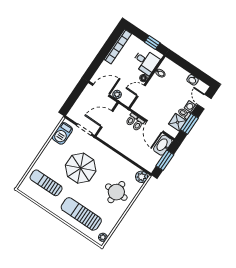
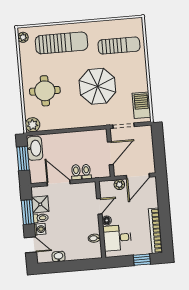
window: (152, 43) -> (142, 260), moved
washbasin: (163, 145) -> (35, 148), moved

